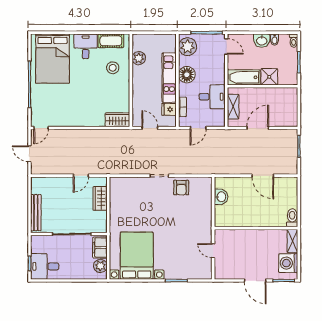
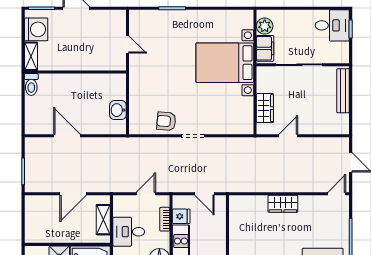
wardrobe: (118, 120) -> (283, 204), moved
armchair: (181, 188) -> (166, 121), turned -85
bed with nightstands: (137, 256) -> (225, 63), moved, turned 90

